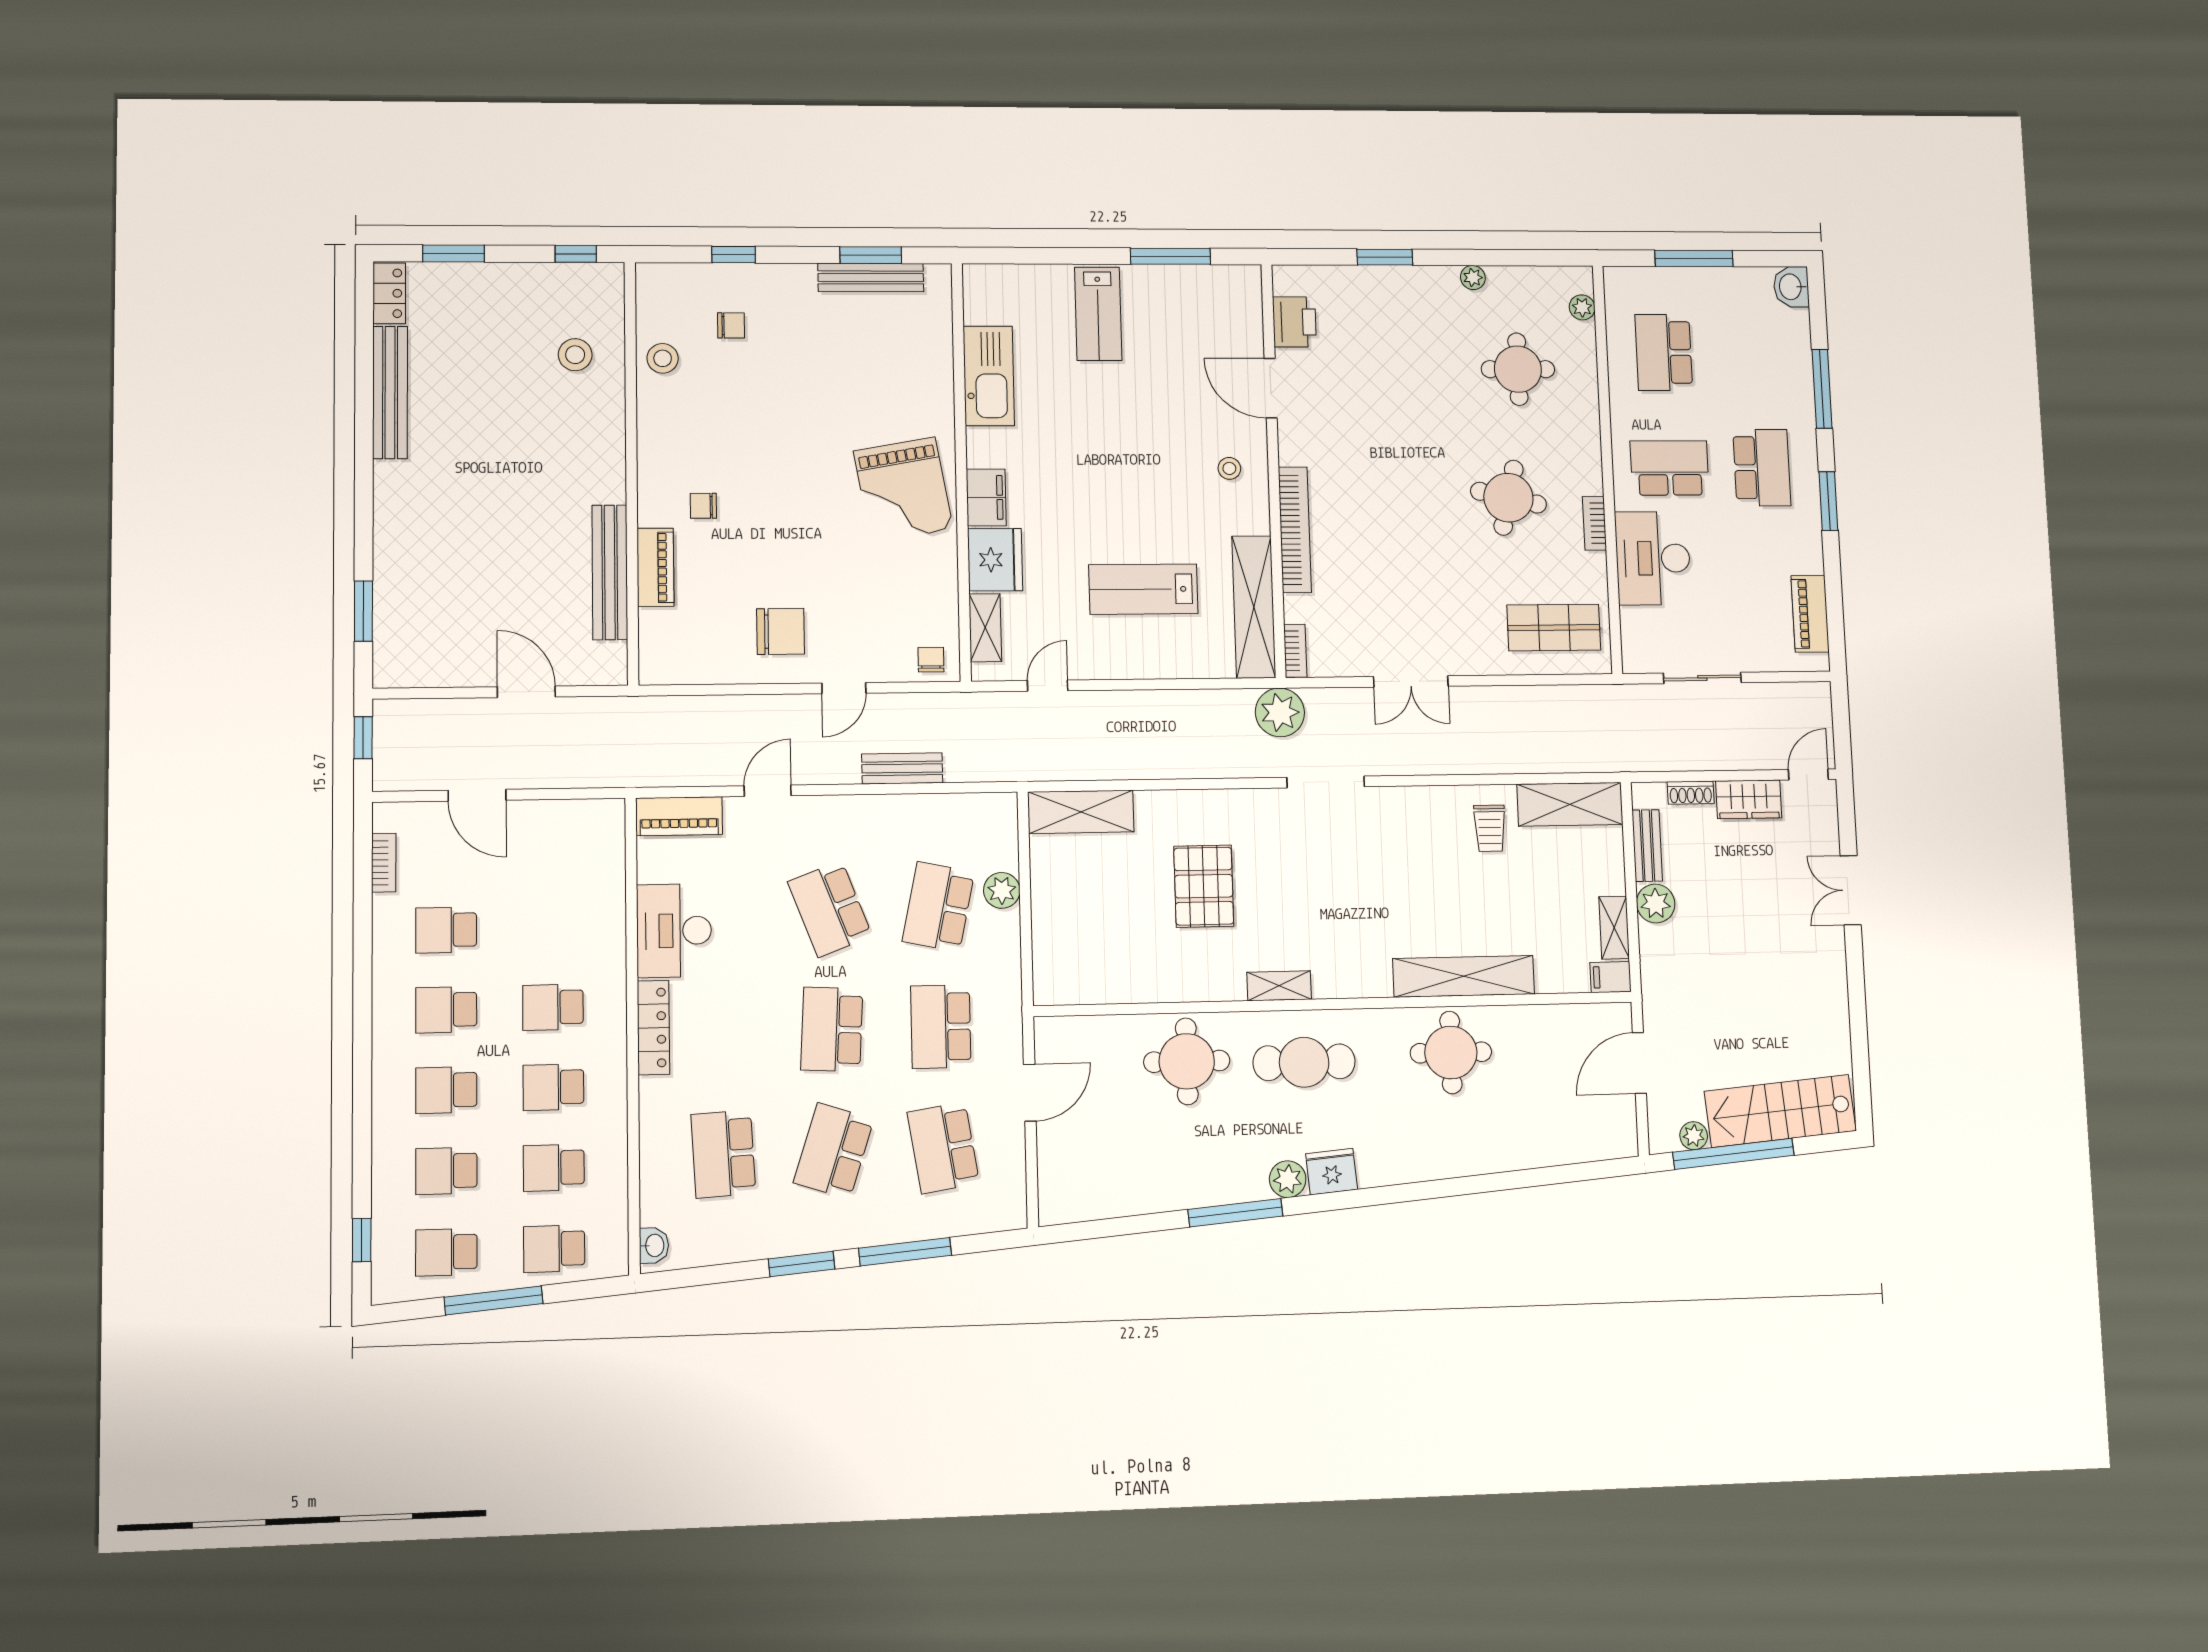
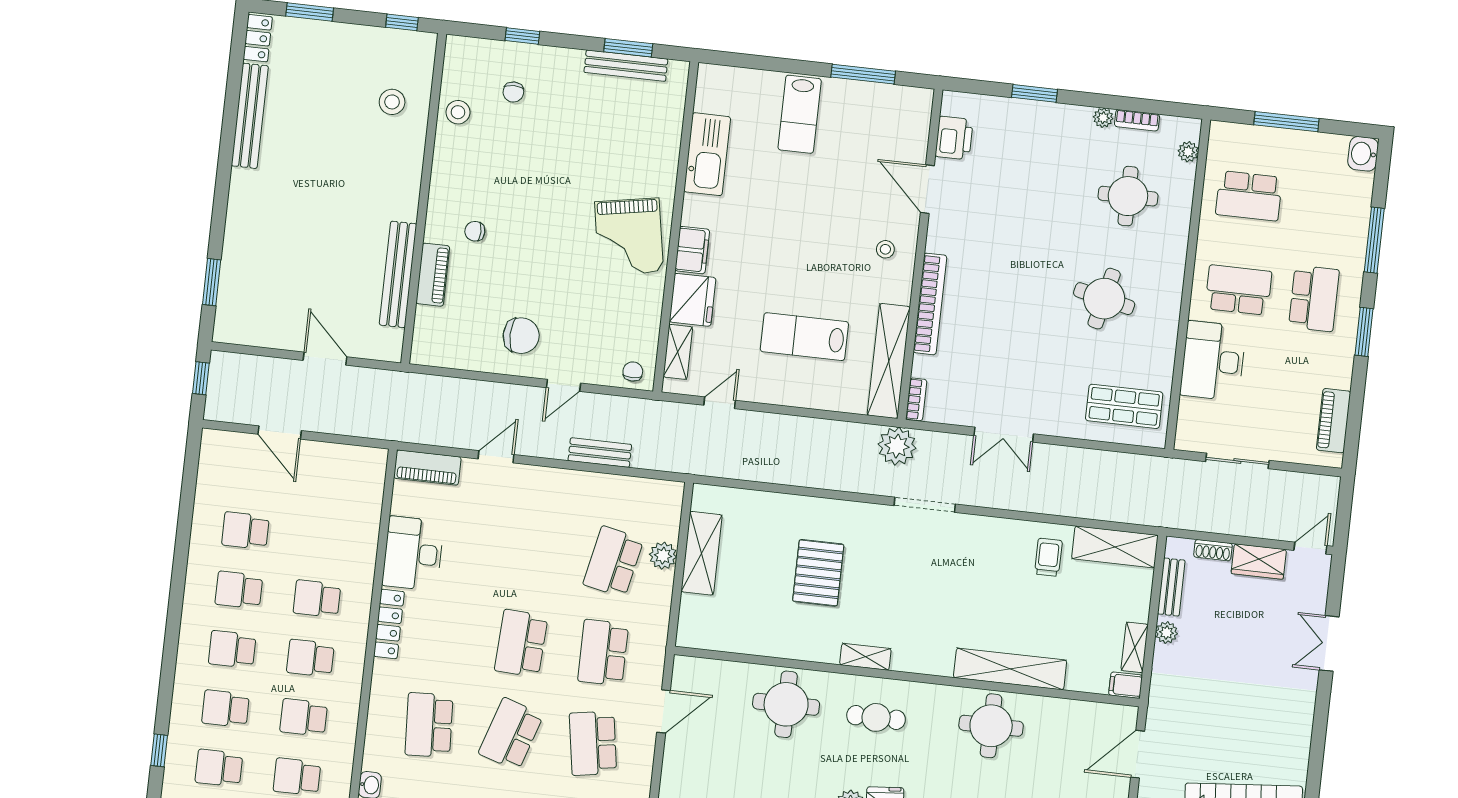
chair: (731, 325) -> (513, 92), turned 90
school desk: (1664, 352) -> (1249, 196), turned -90
bookcase: (1594, 523) -> (1137, 120), moved, turned -90
shelving: (1081, 812) -> (702, 553), moved, turned 90
trolley: (1490, 828) -> (1048, 557), turned 180
bookcase: (384, 863) -> (206, 474), removed
plant: (1656, 903) -> (1167, 633), width x0.73, depth x0.73
school desk: (830, 909) -> (531, 553), removed
cafe table: (1304, 1062) -> (876, 717), width x0.73, depth x0.74

